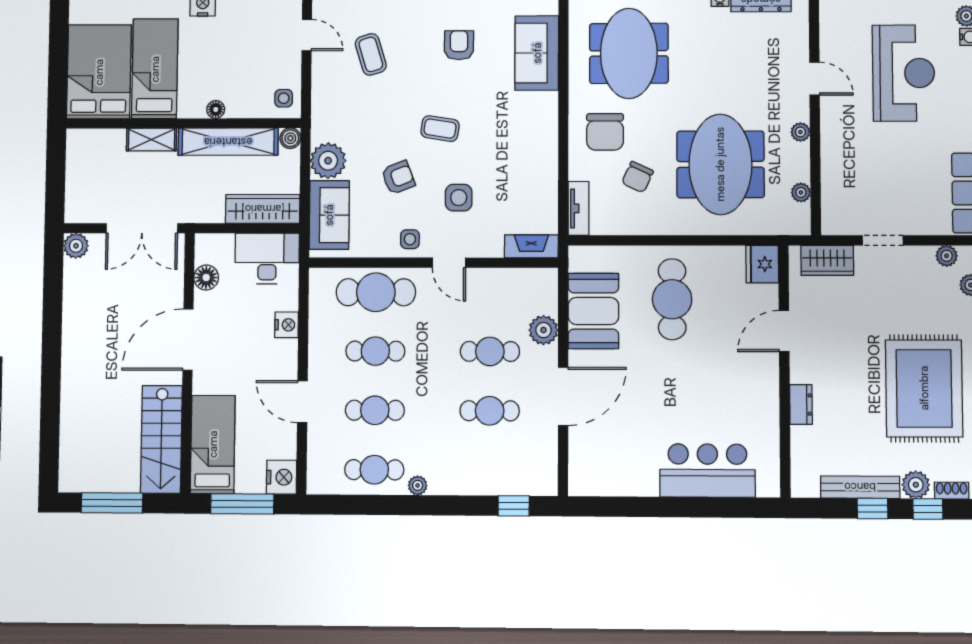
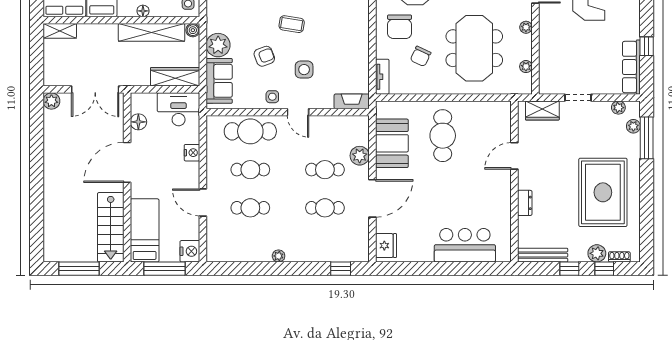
shelving: (152, 140) -> (60, 31), moved
fridge: (762, 264) -> (386, 246), moved, turned 180
cafe table: (374, 470) -> (250, 246), removed
bench: (860, 487) -> (543, 255), moved

